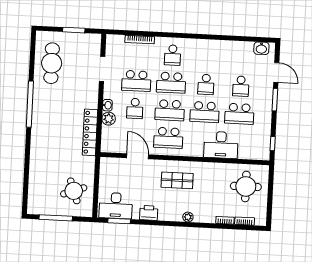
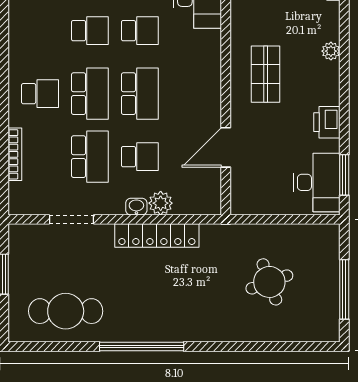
school desk: (205, 112) -> (140, 31), width x0.54
locker: (90, 132) -> (157, 236), moved
school desk: (168, 138) -> (190, 94), removed
round table: (74, 191) -> (269, 282), moved

